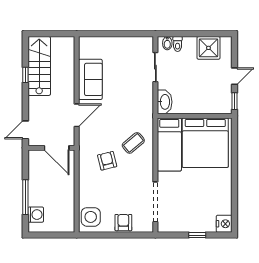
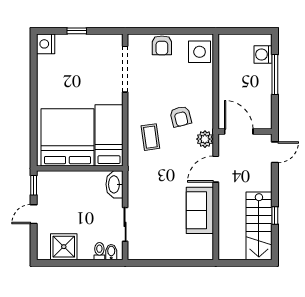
plant: (86, 141) -> (205, 139), added
coffee table: (133, 143) -> (150, 137), turned -58

